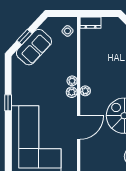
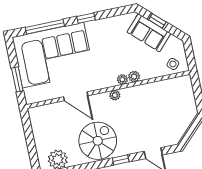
dresser: (91, 23) -> (186, 86), removed
plant: (72, 92) -> (134, 77), moved
window: (8, 143) -> (45, 27), added

